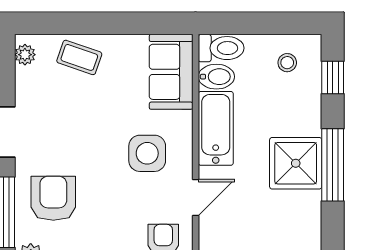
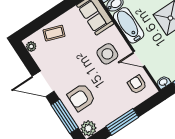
armchair: (53, 198) -> (81, 97), turned -90
door: (196, 198) -> (139, 59), swing flipped

